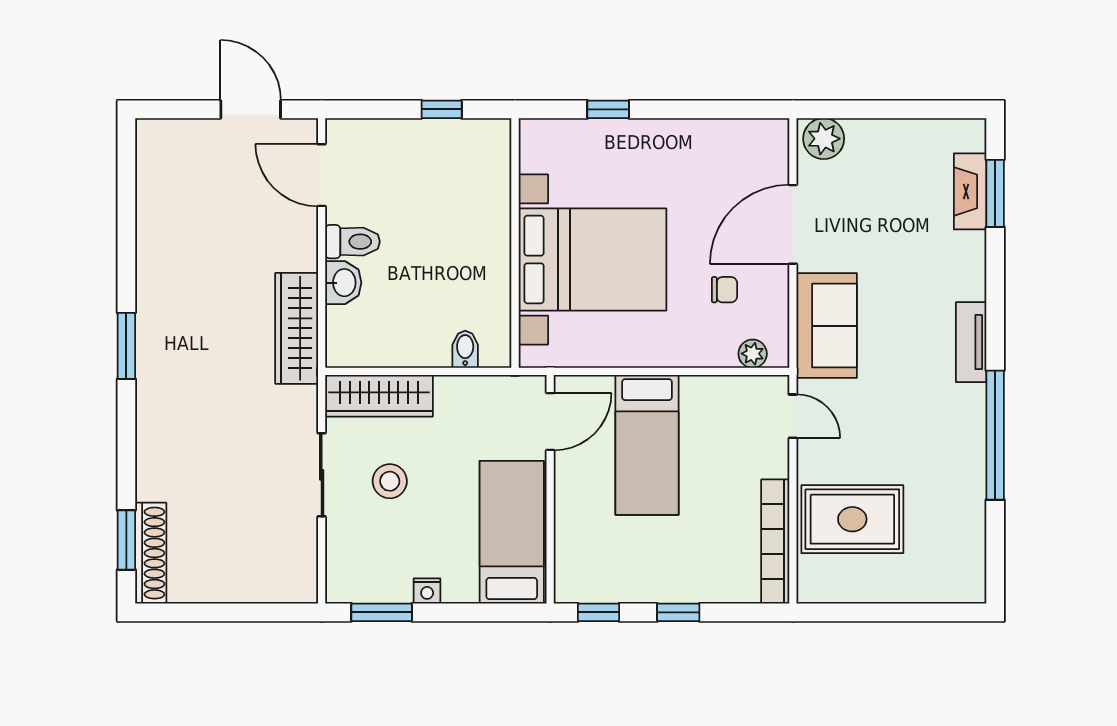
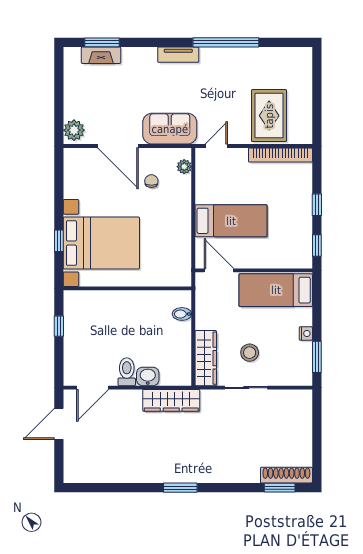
bed with nightstands: (592, 259) -> (101, 243), moved, turned 90

